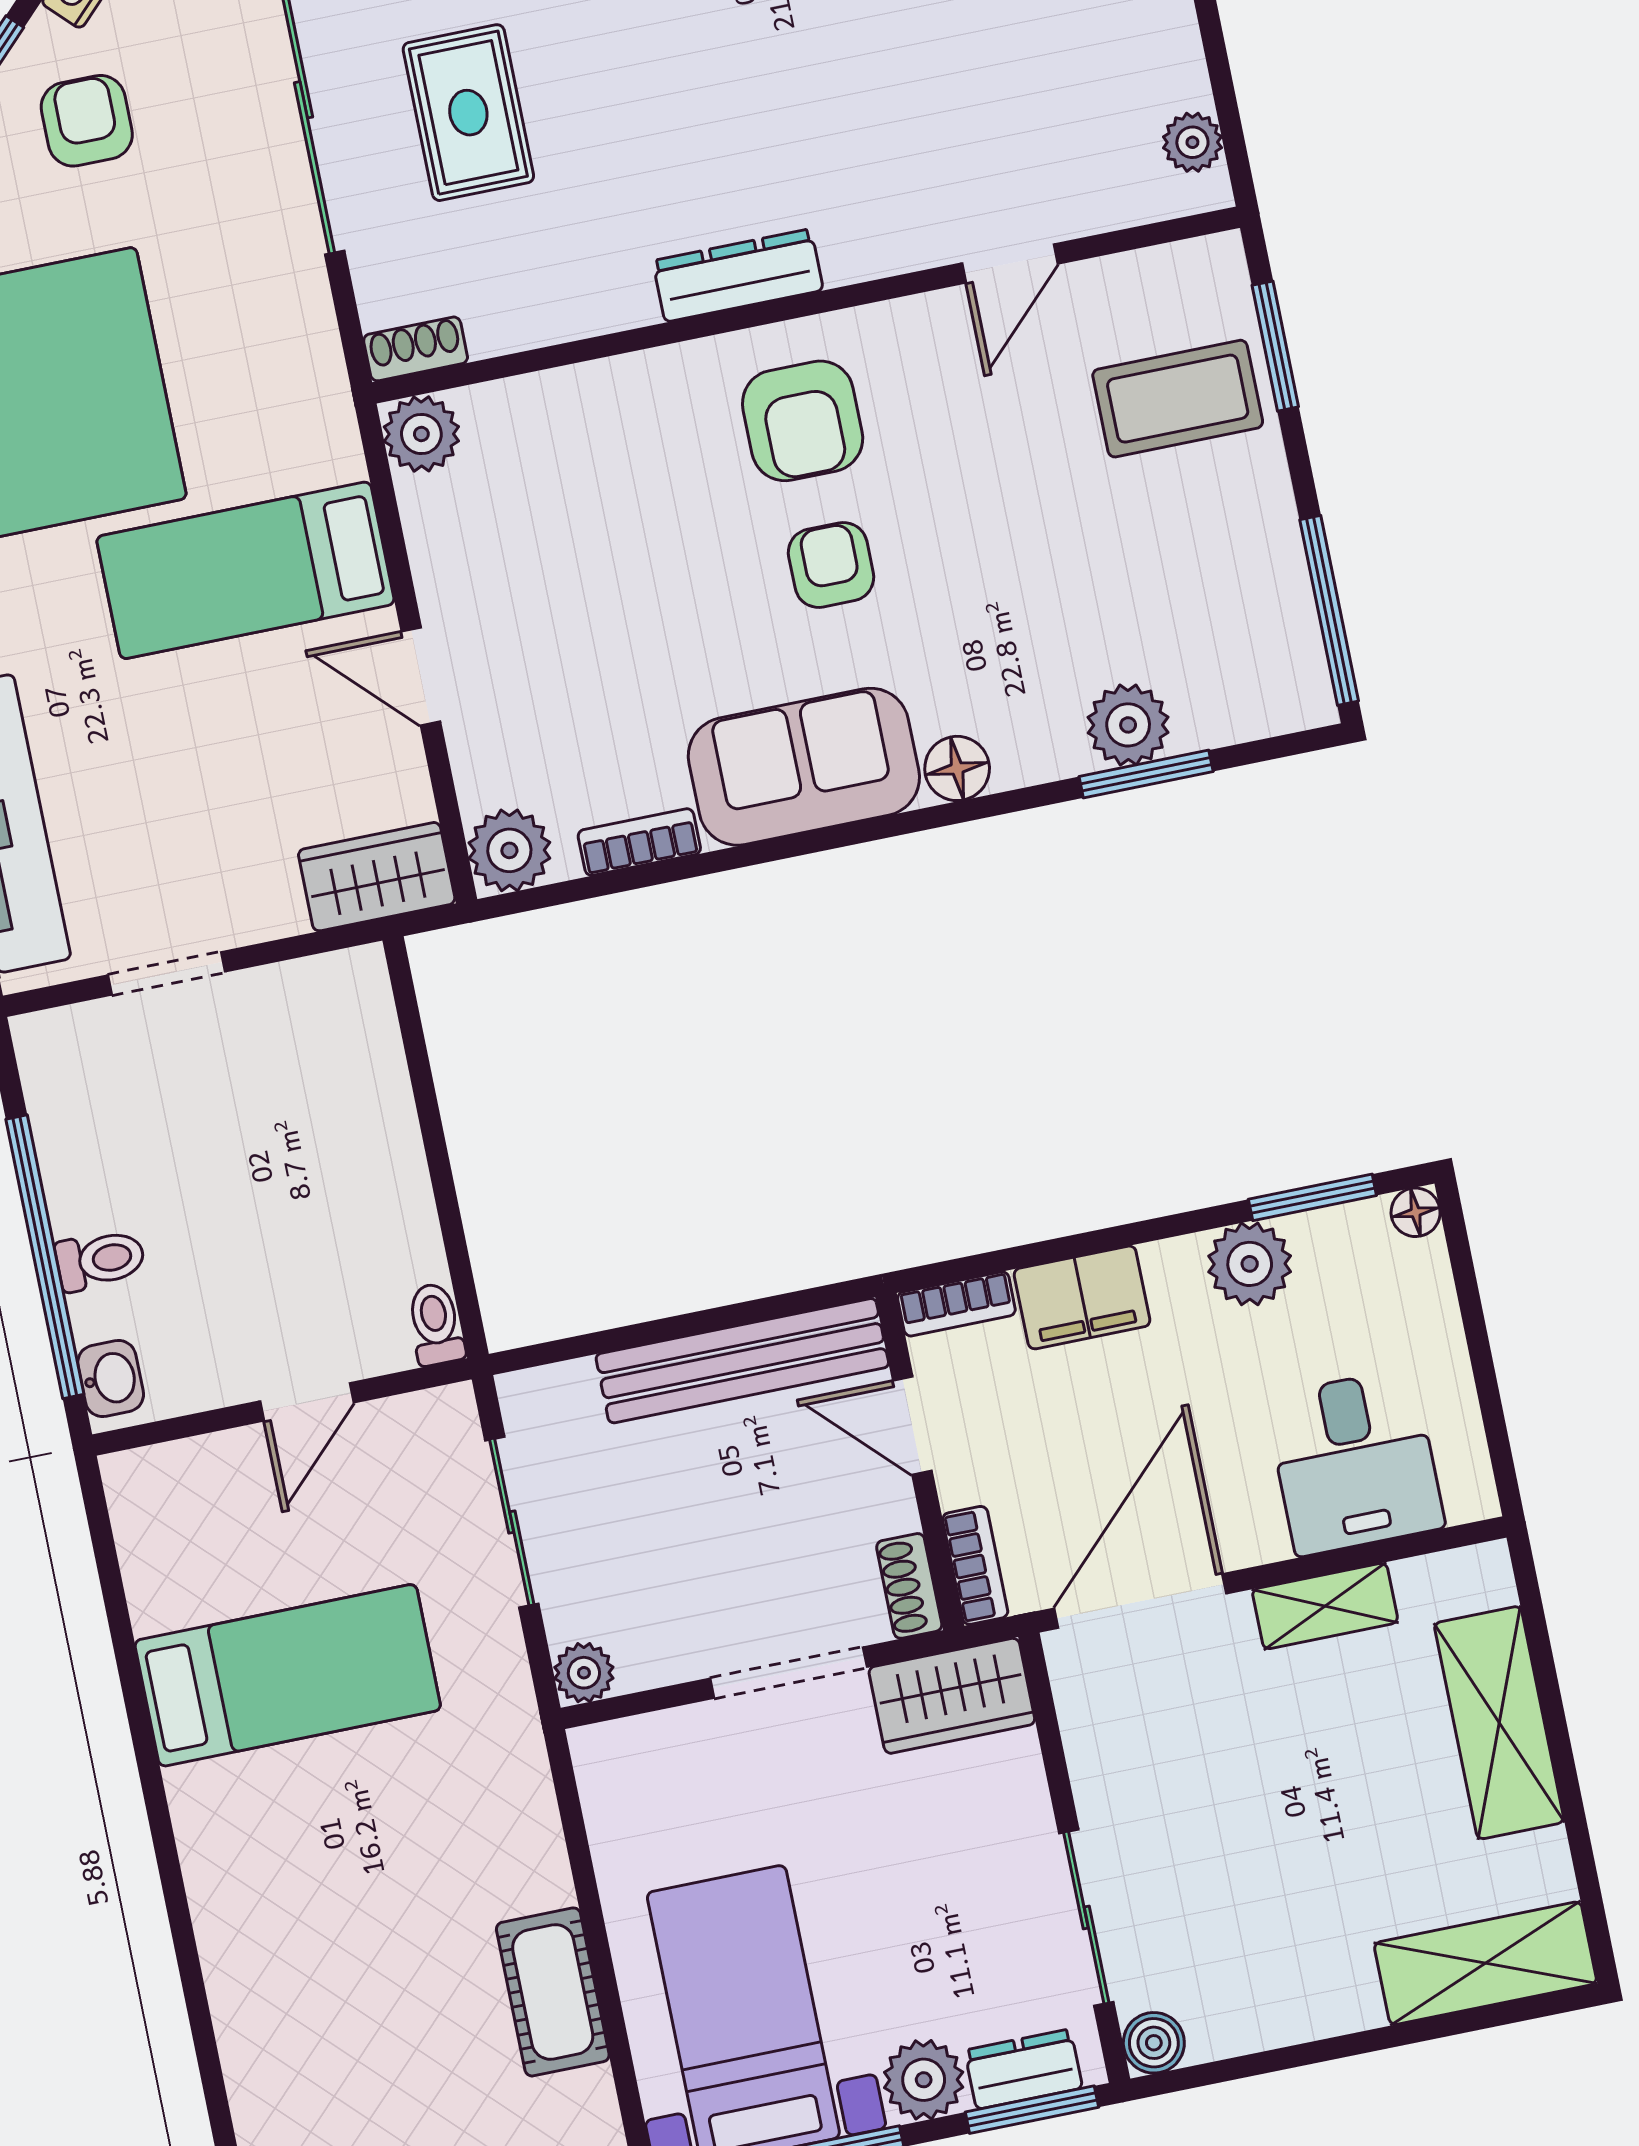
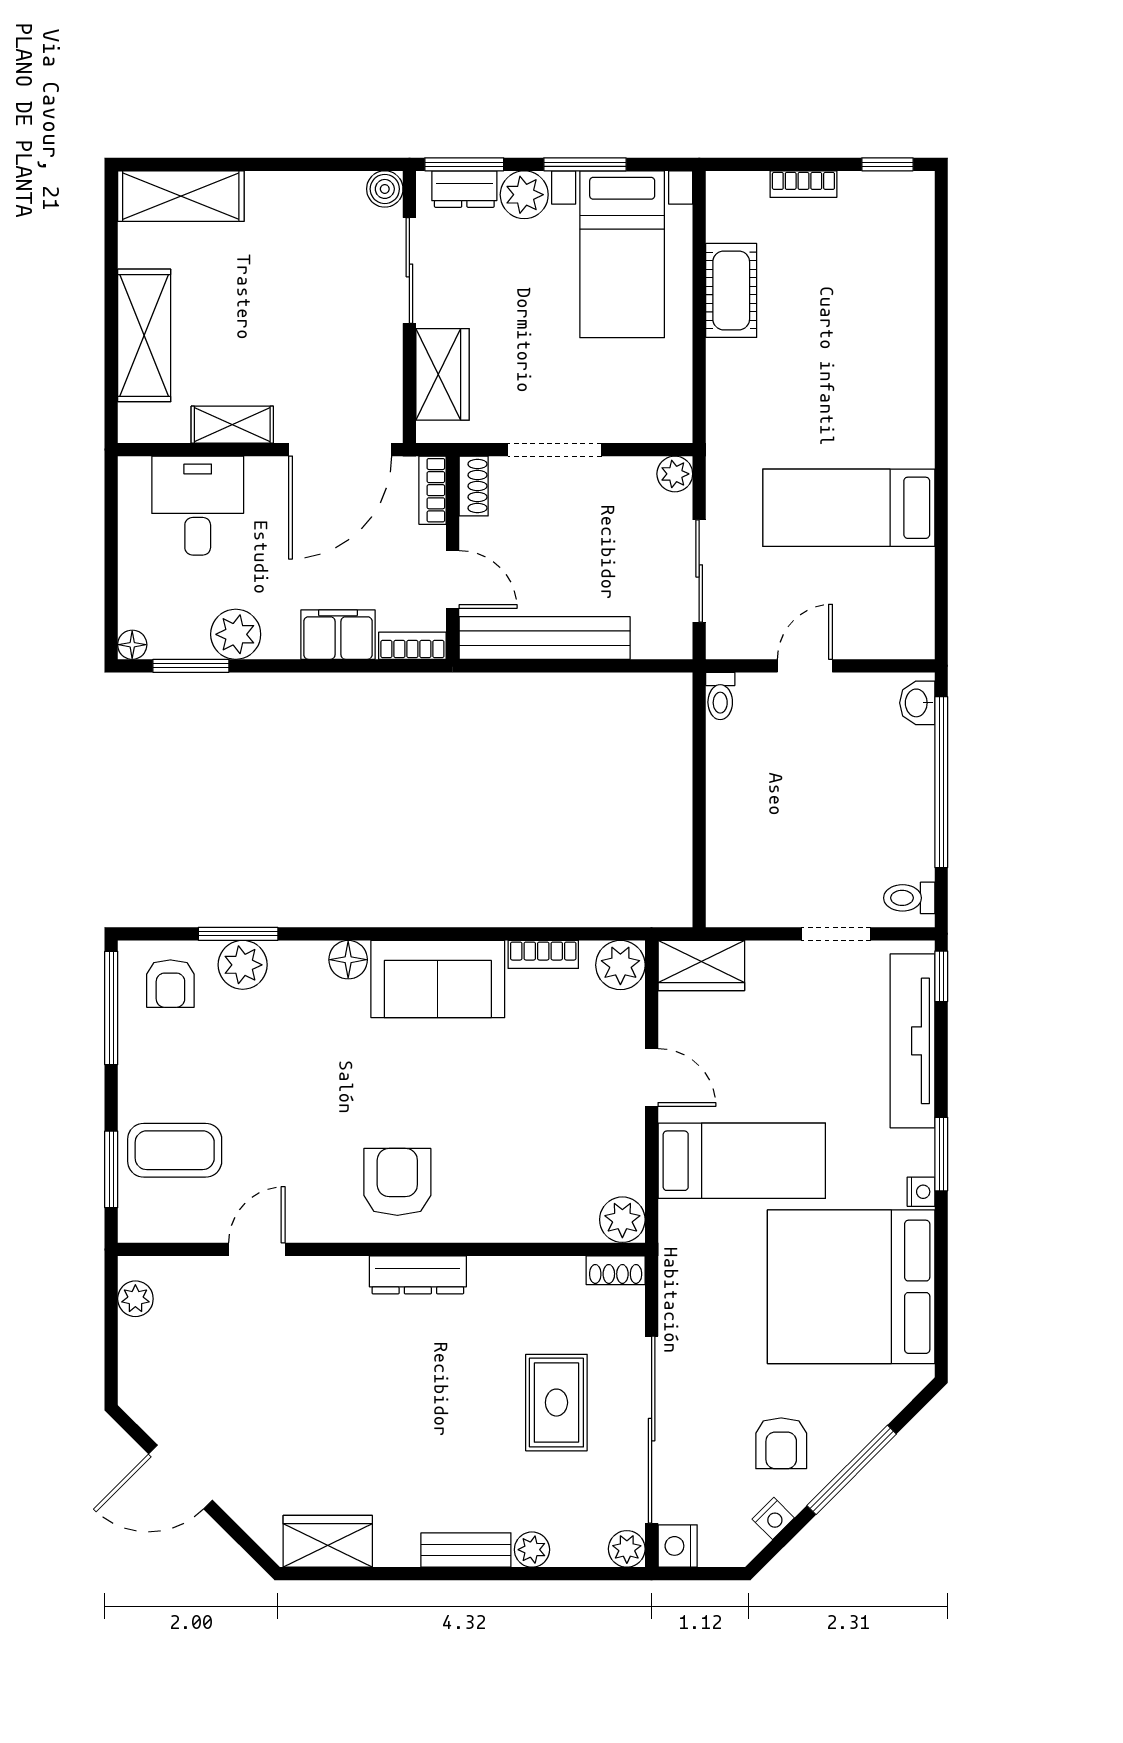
armchair: (831, 565) -> (170, 984), moved
toilet: (100, 1260) -> (909, 898), moved
wardrobe: (952, 1696) -> (443, 374), moved, turned 90

